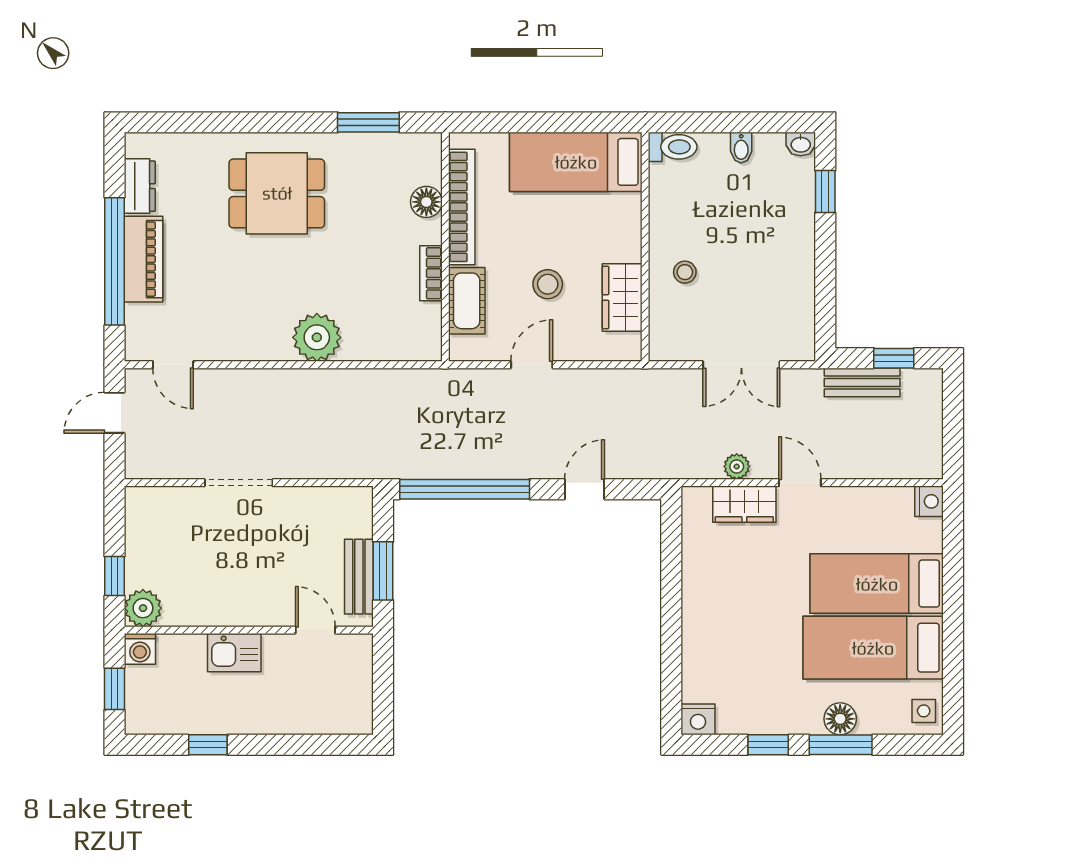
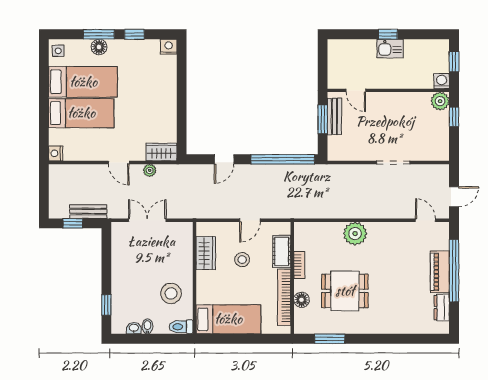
washbasin: (801, 144) -> (134, 328), moved
dining table: (277, 193) -> (345, 291), moved
stool: (685, 272) -> (171, 293), moved, width x1.89, depth x1.89
wardrobe: (744, 504) -> (161, 152), moved
kitchen sink: (234, 653) -> (390, 49), moved, turned 180
window: (208, 745) -> (388, 34), moved

